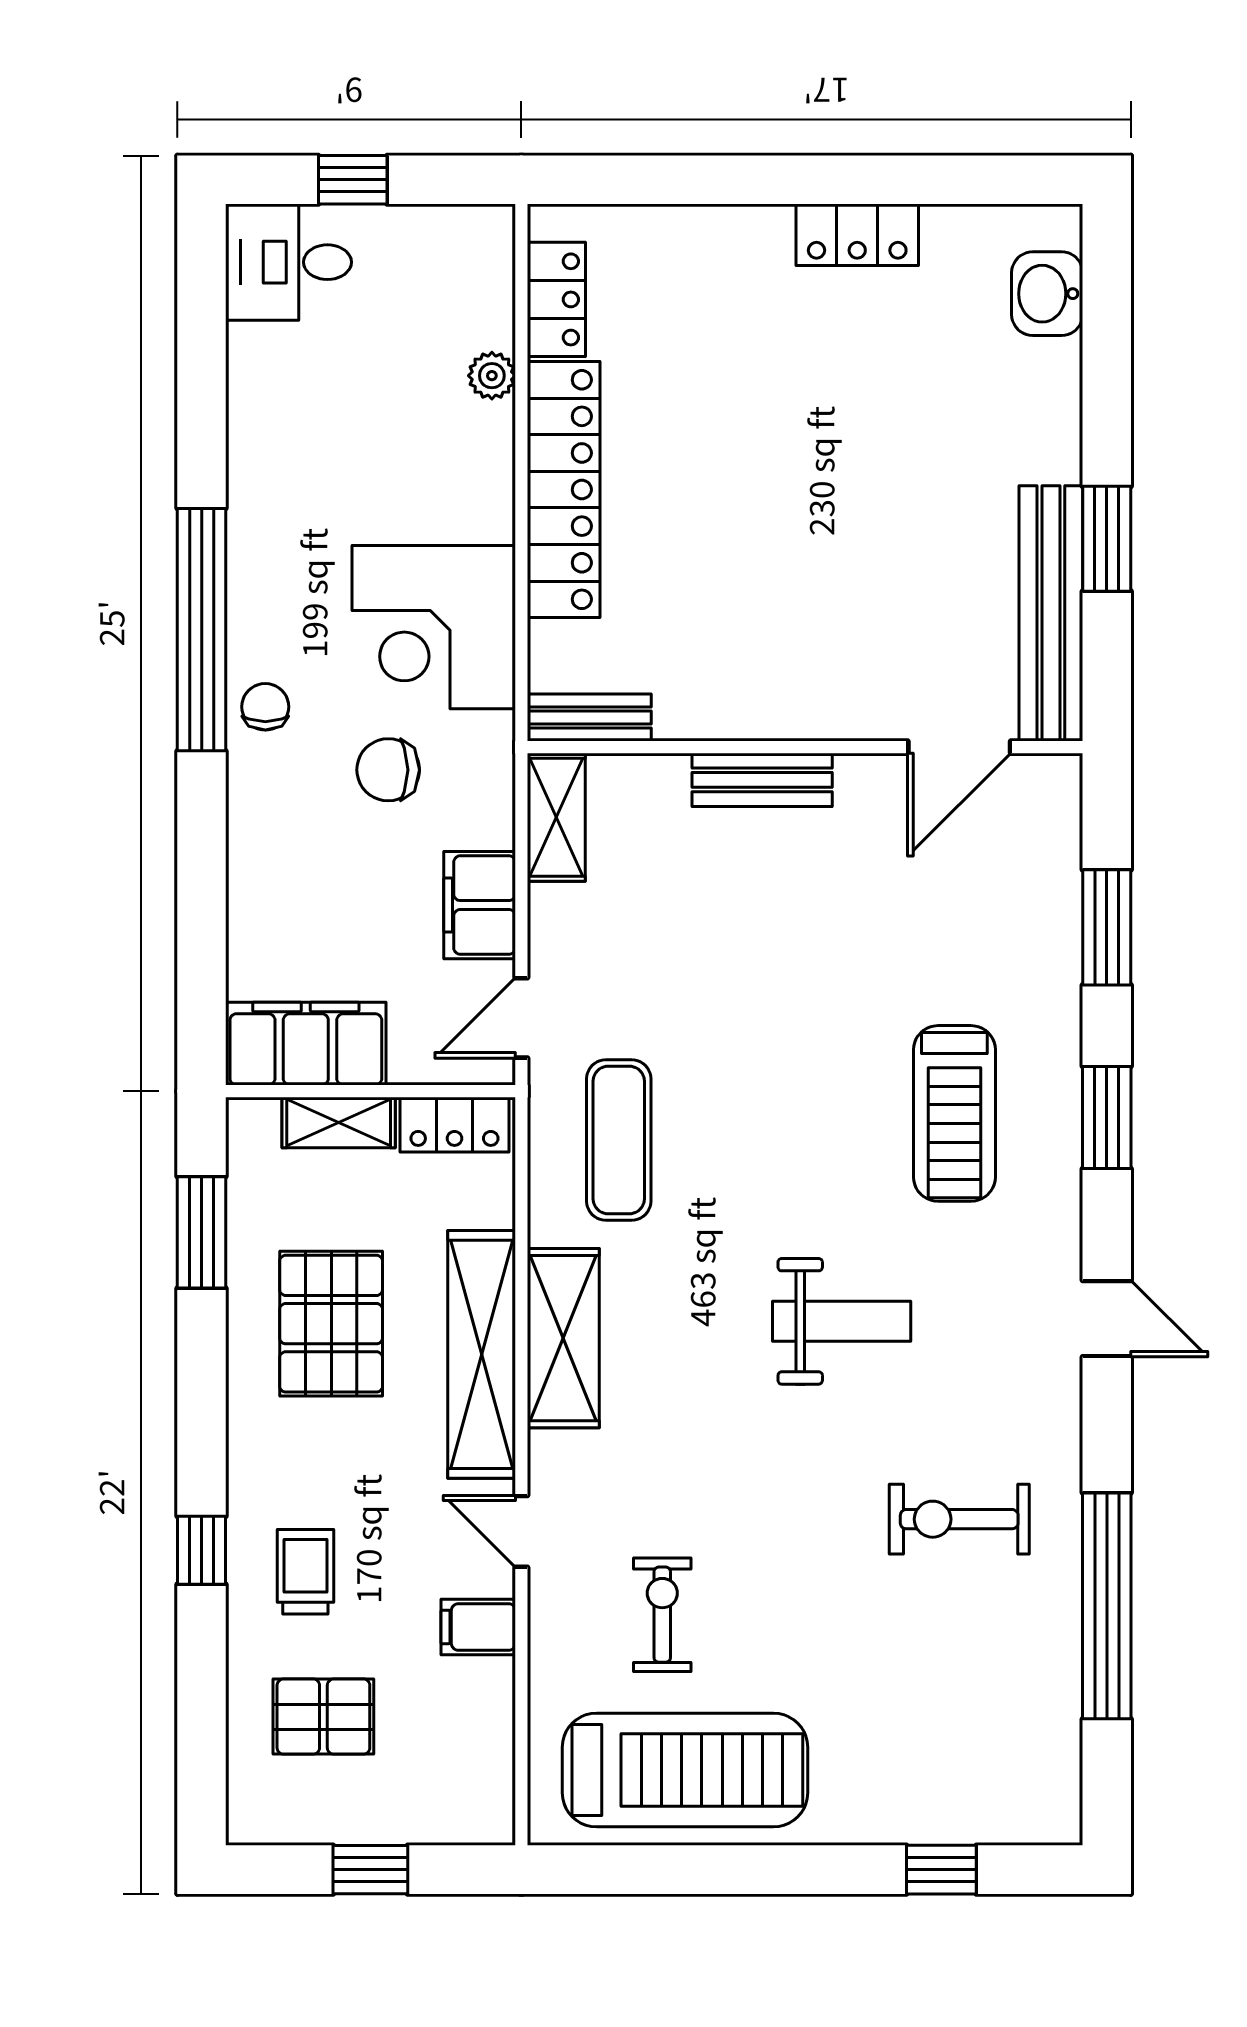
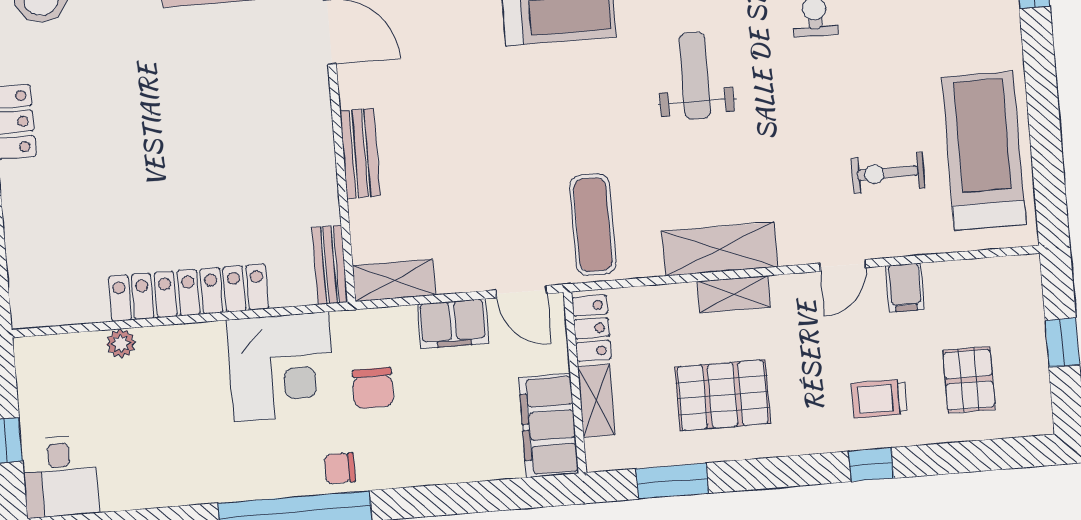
locker: (556, 299) -> (70, 307), removed
exercise mat: (619, 1140) -> (593, 225), turned 90
shelving: (482, 1354) -> (734, 294), width x0.45, depth x0.75

